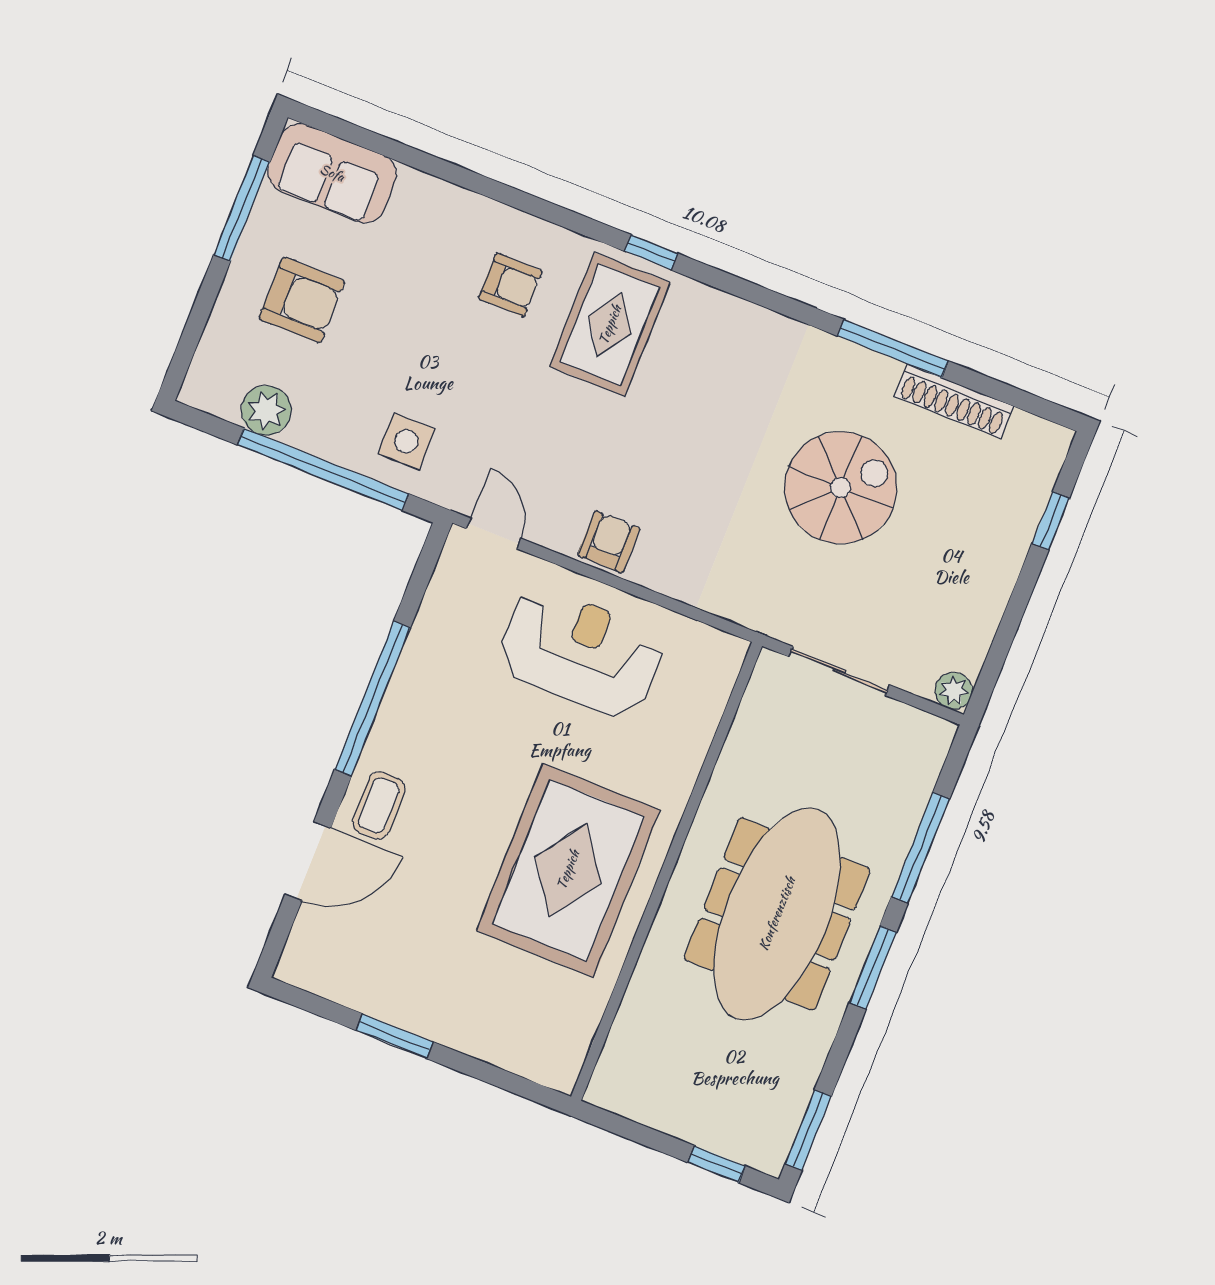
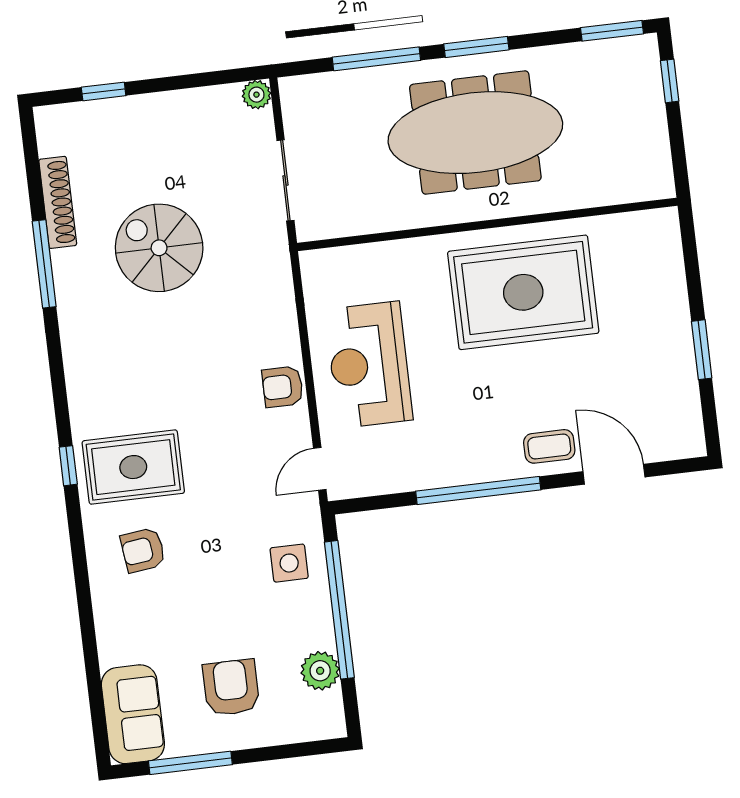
armchair: (510, 285) -> (143, 550), turned -97

